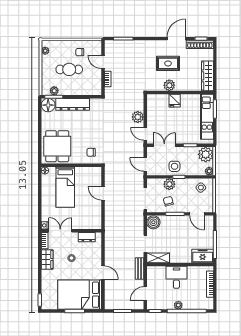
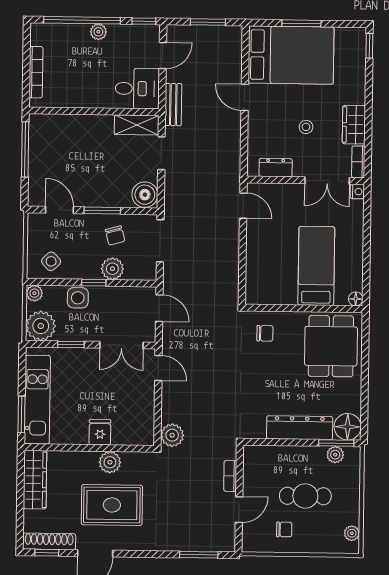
door: (103, 62) -> (239, 510), hinge flipped
rug: (168, 63) -> (112, 505), width x1.36, depth x1.43
plant: (138, 117) -> (172, 435), moved
side table: (175, 166) -> (78, 298), moved
door: (103, 193) -> (243, 206), moved
freezer: (203, 256) -> (49, 127), removed
desk: (176, 277) -> (137, 89), moved, turned -90

